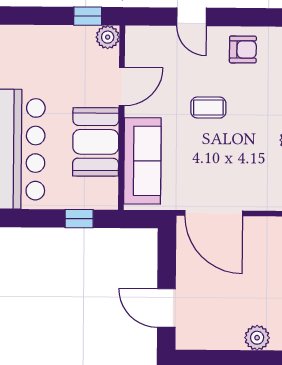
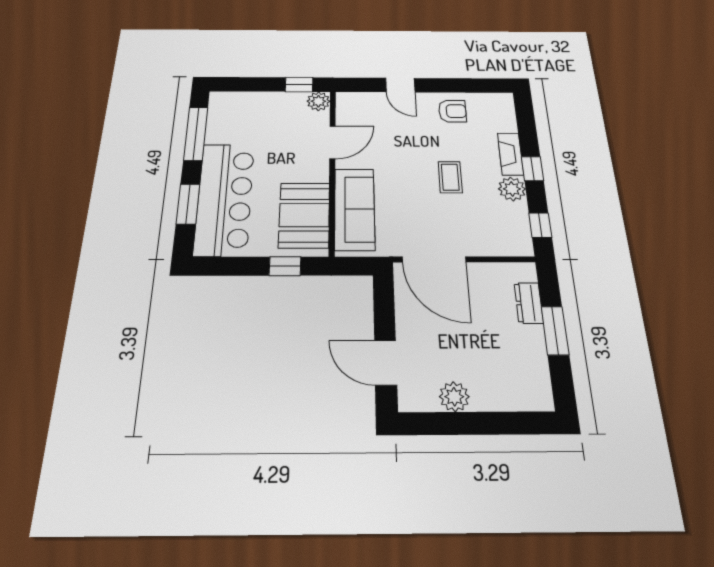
coffee table: (208, 108) -> (450, 177), moved, turned 90
booth: (96, 142) -> (304, 215), moved
plant: (257, 338) -> (454, 397), moved

